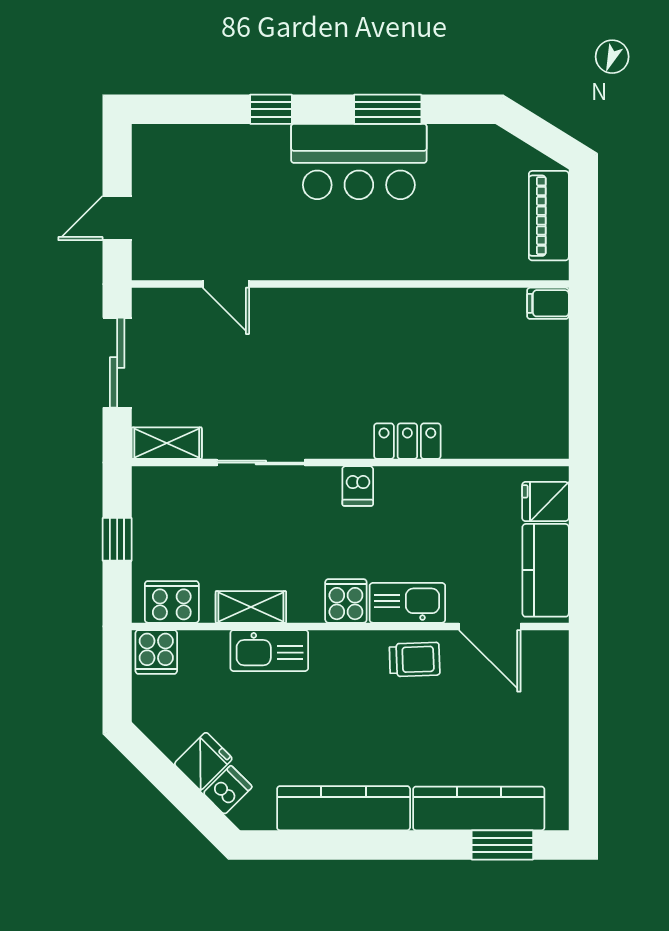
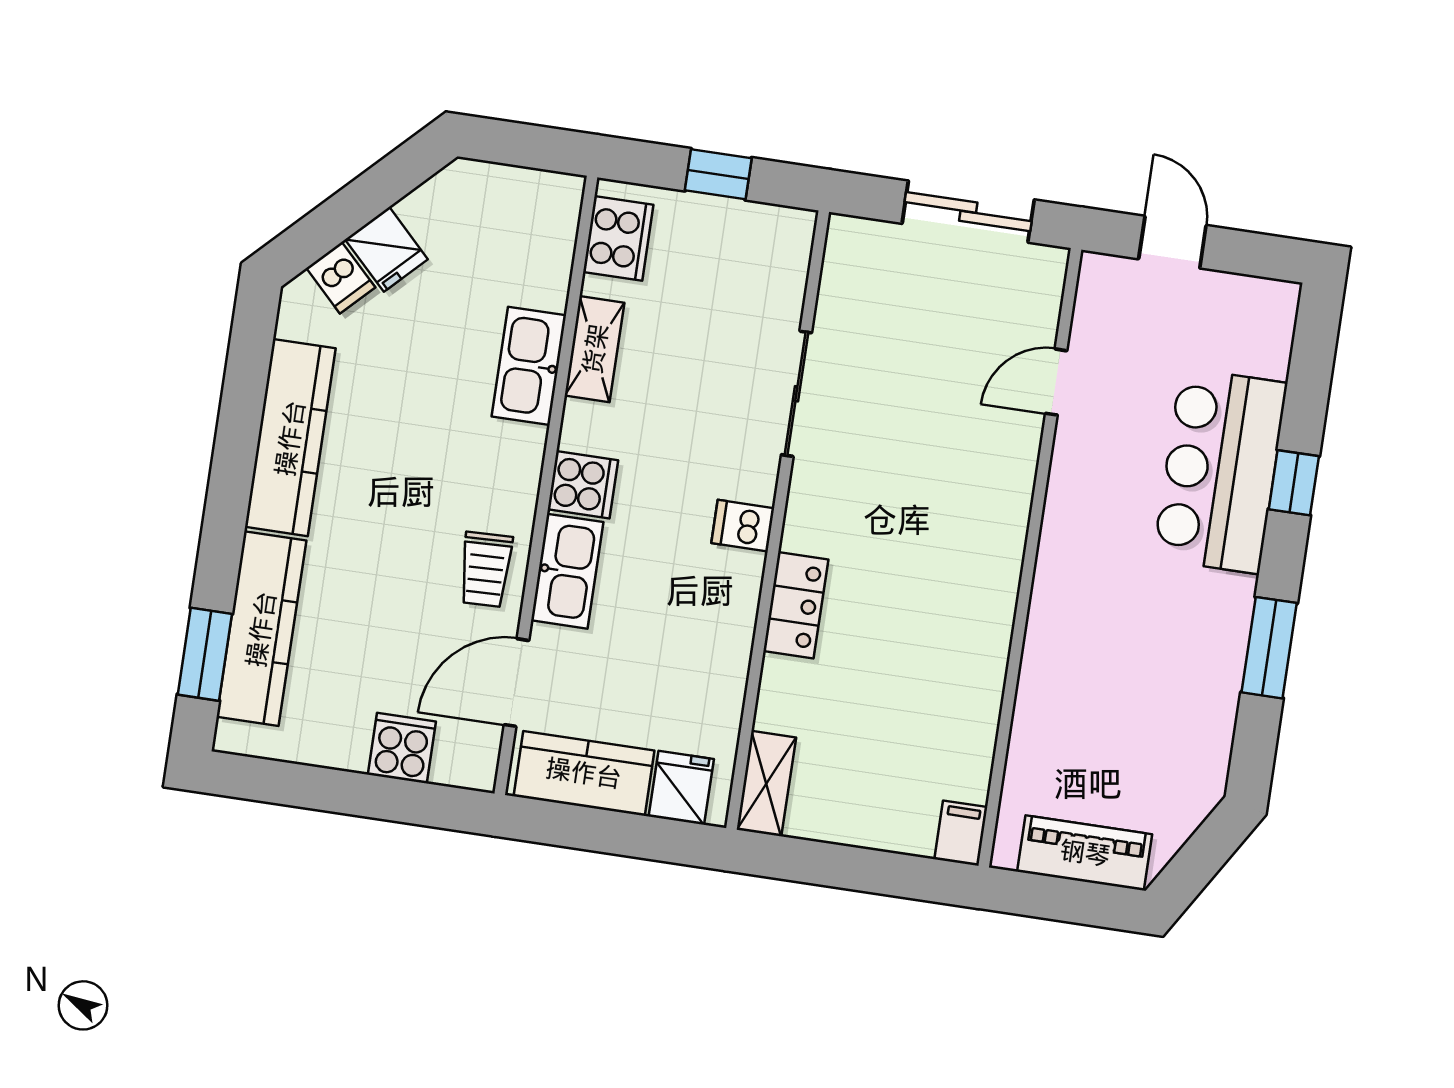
bar counter: (359, 161) -> (1220, 471), moved
shelving: (167, 443) -> (766, 784), moved
cooker: (156, 652) -> (402, 748), moved, turned 90

